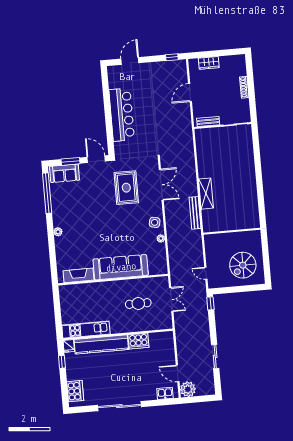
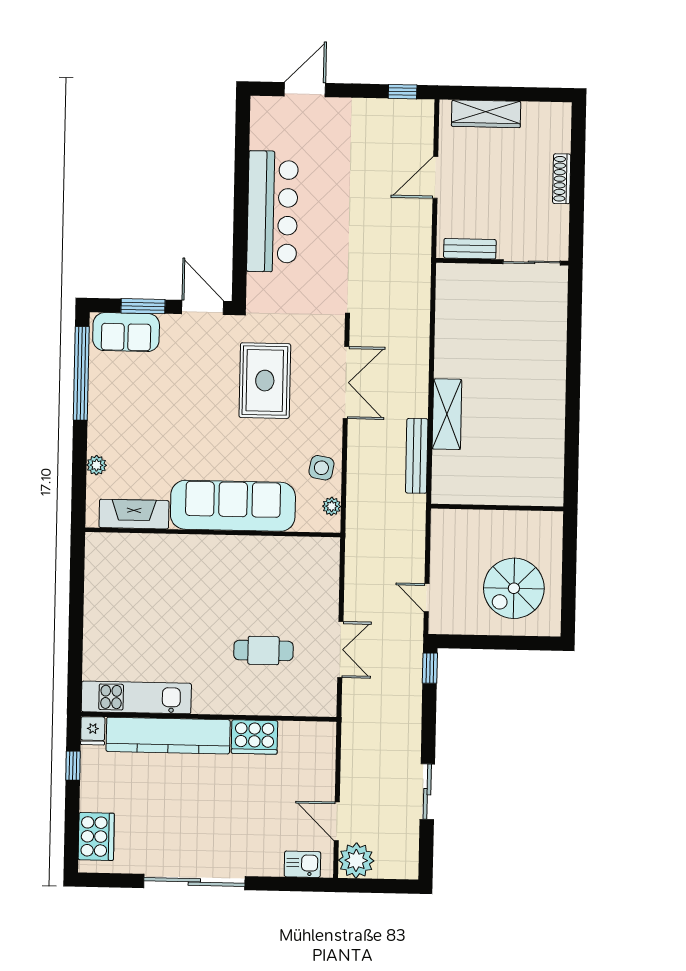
wardrobe: (209, 63) -> (486, 114), width x1.50
sofa: (121, 267) -> (233, 506), moved
fireplace: (78, 275) -> (134, 514), moved
wall: (113, 280) -> (213, 532), moved

